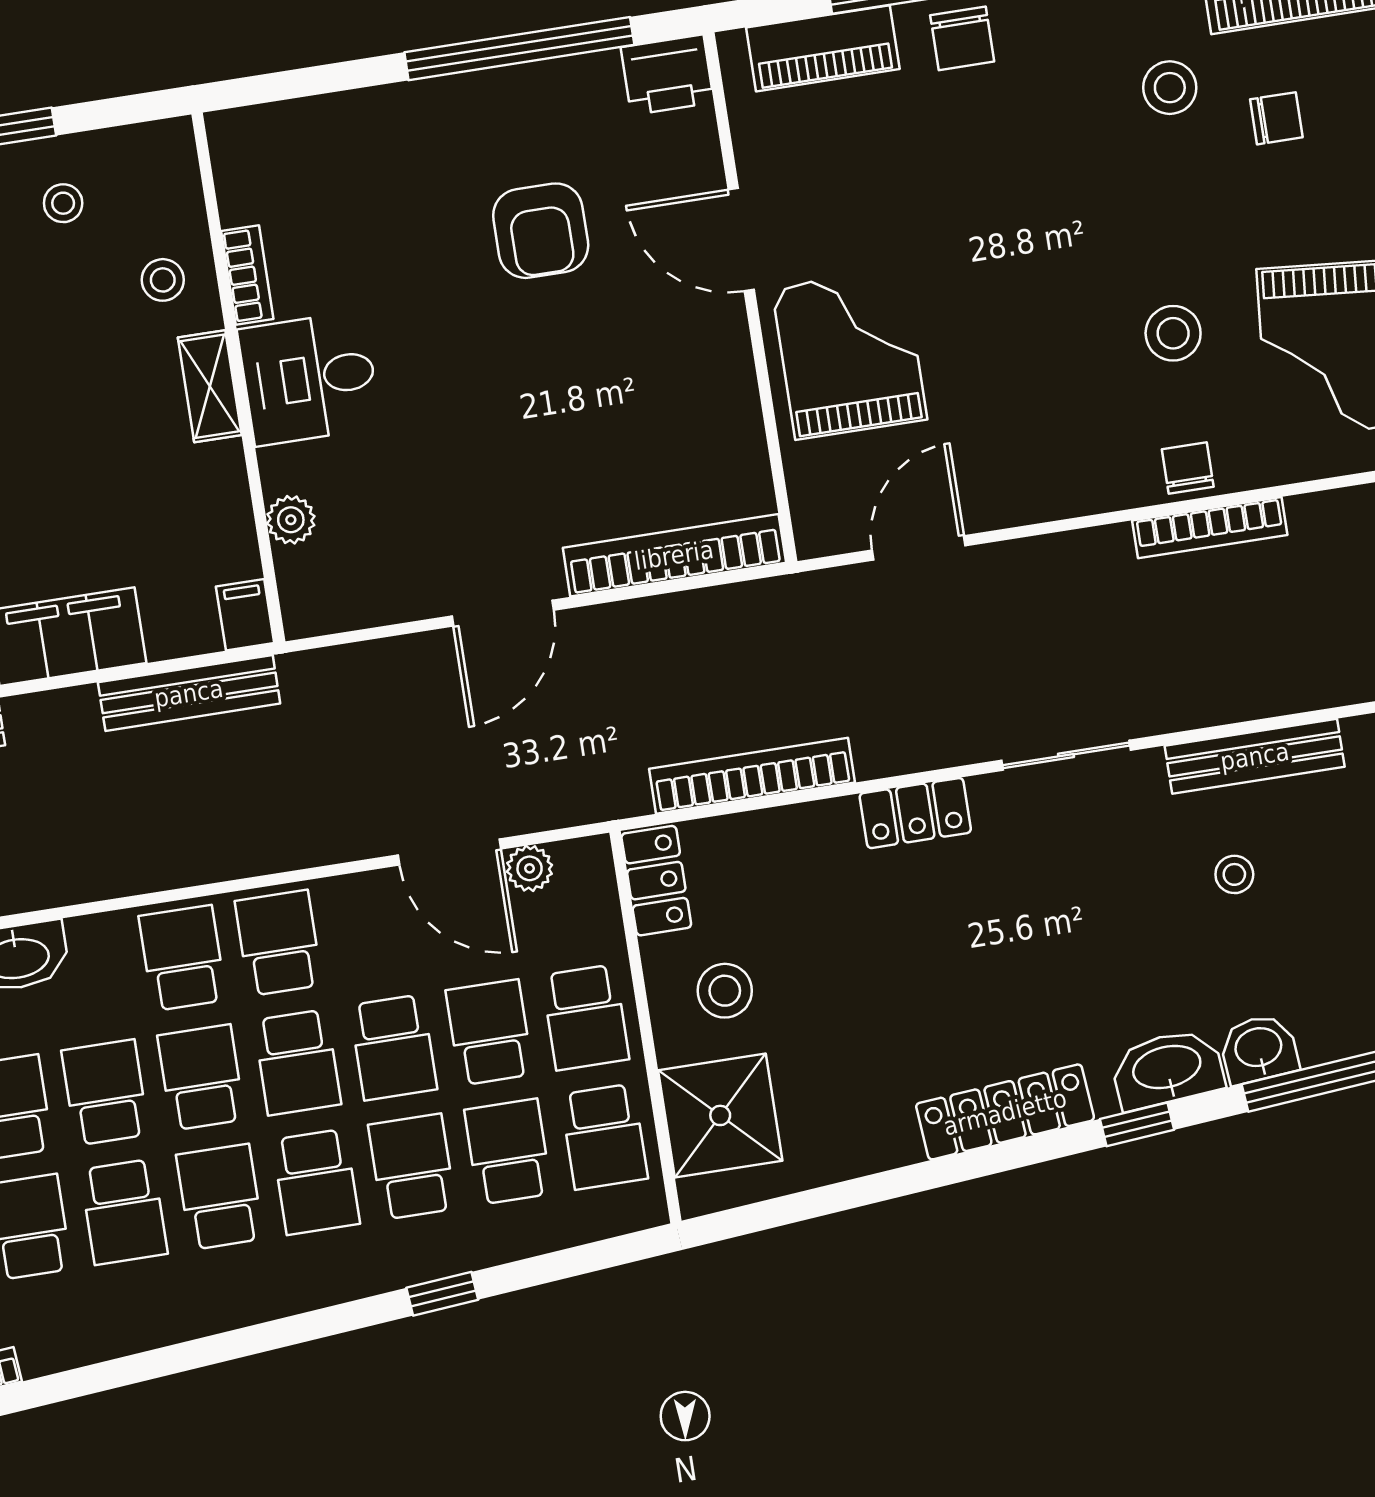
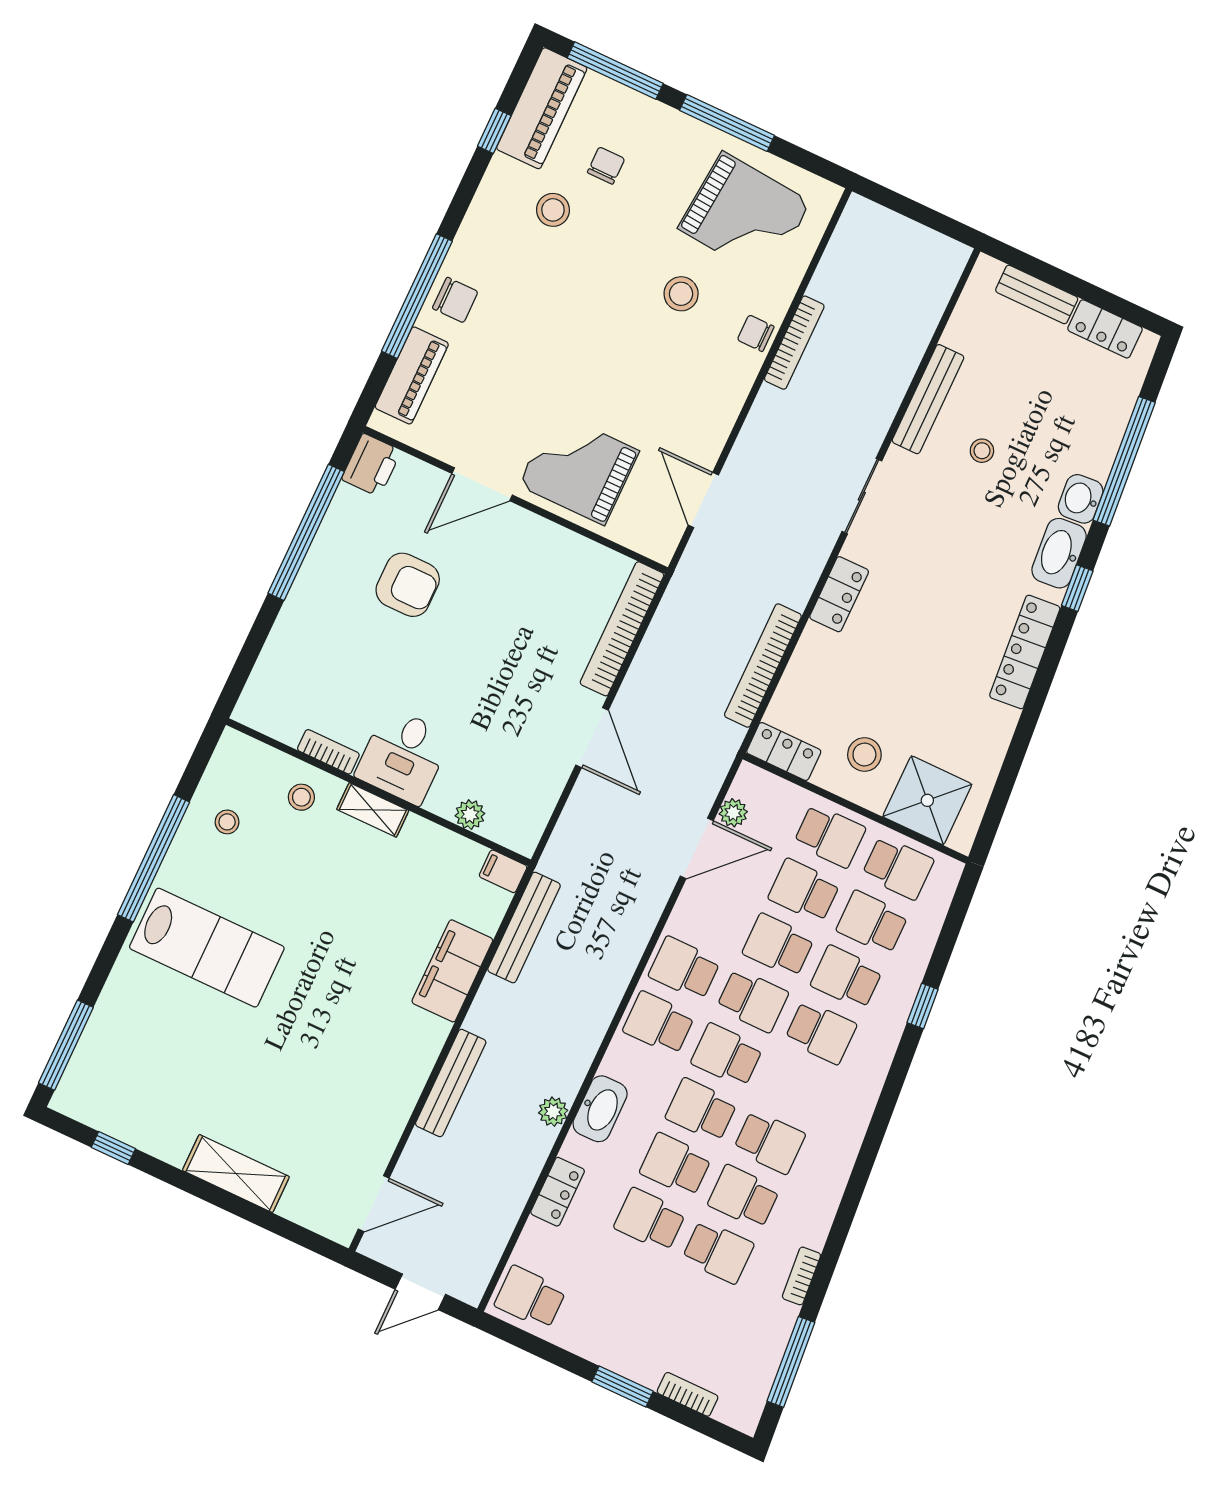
school desk: (393, 1047) -> (778, 945), turned 180
school desk: (220, 1197) -> (795, 1087), removed

